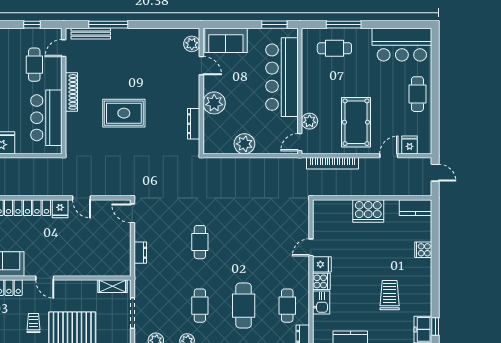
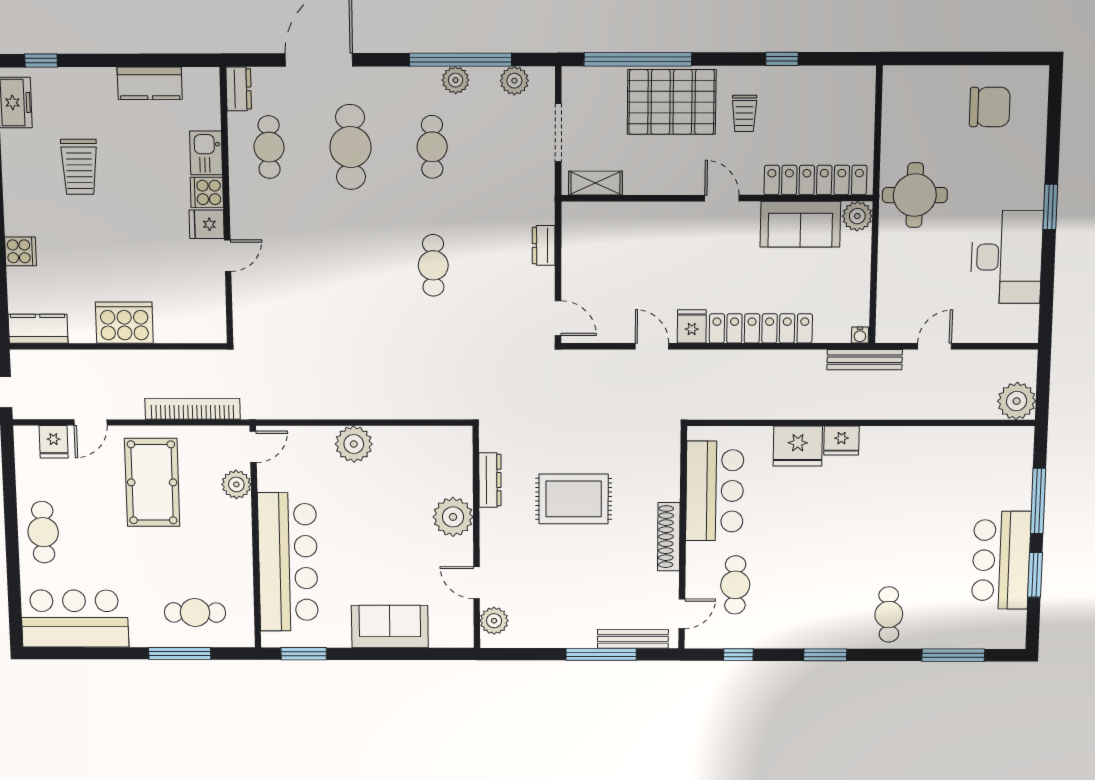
plant: (192, 44) -> (494, 621), moved
door: (201, 66) -> (477, 583), moved
wall: (201, 91) -> (476, 538), moved
plant: (214, 103) -> (453, 517), moved
dresser: (194, 124) -> (490, 480), moved

